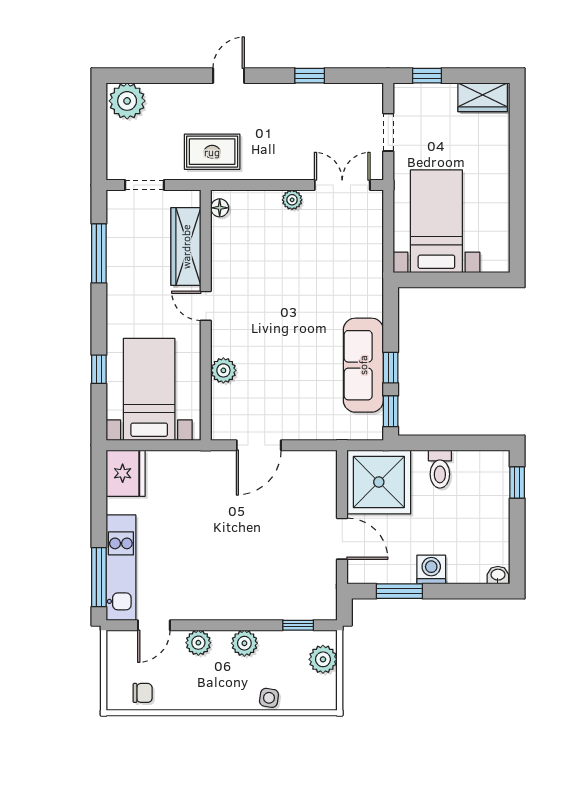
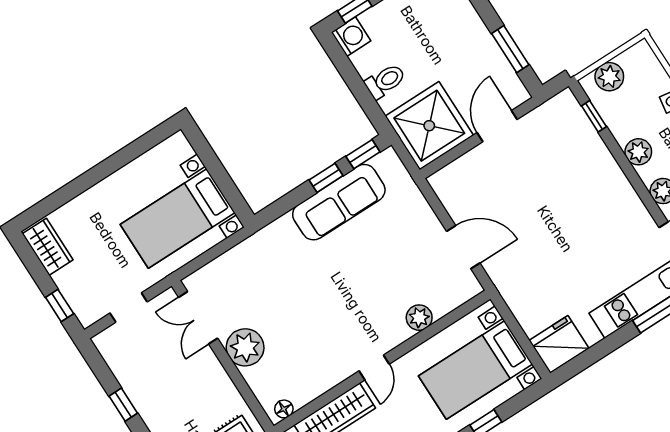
plant: (292, 200) -> (245, 347), width x1.87, depth x1.87
washing machine: (431, 570) -> (351, 37), moved, turned 180

